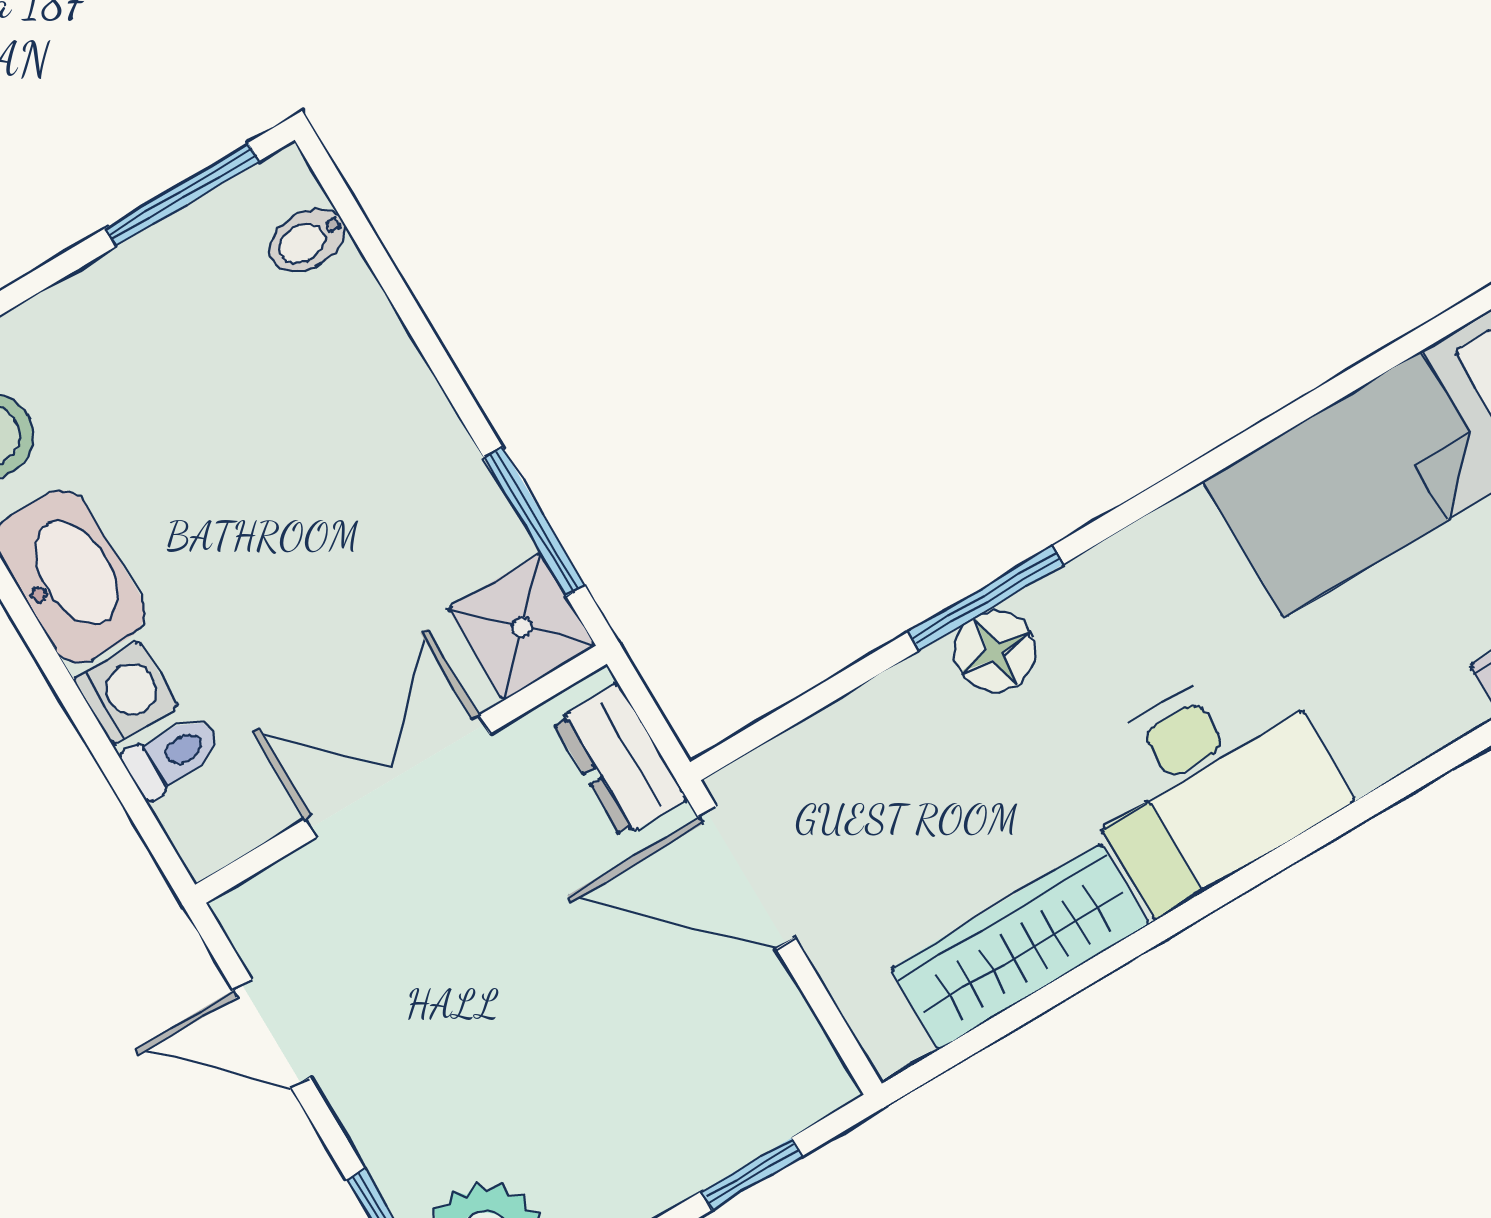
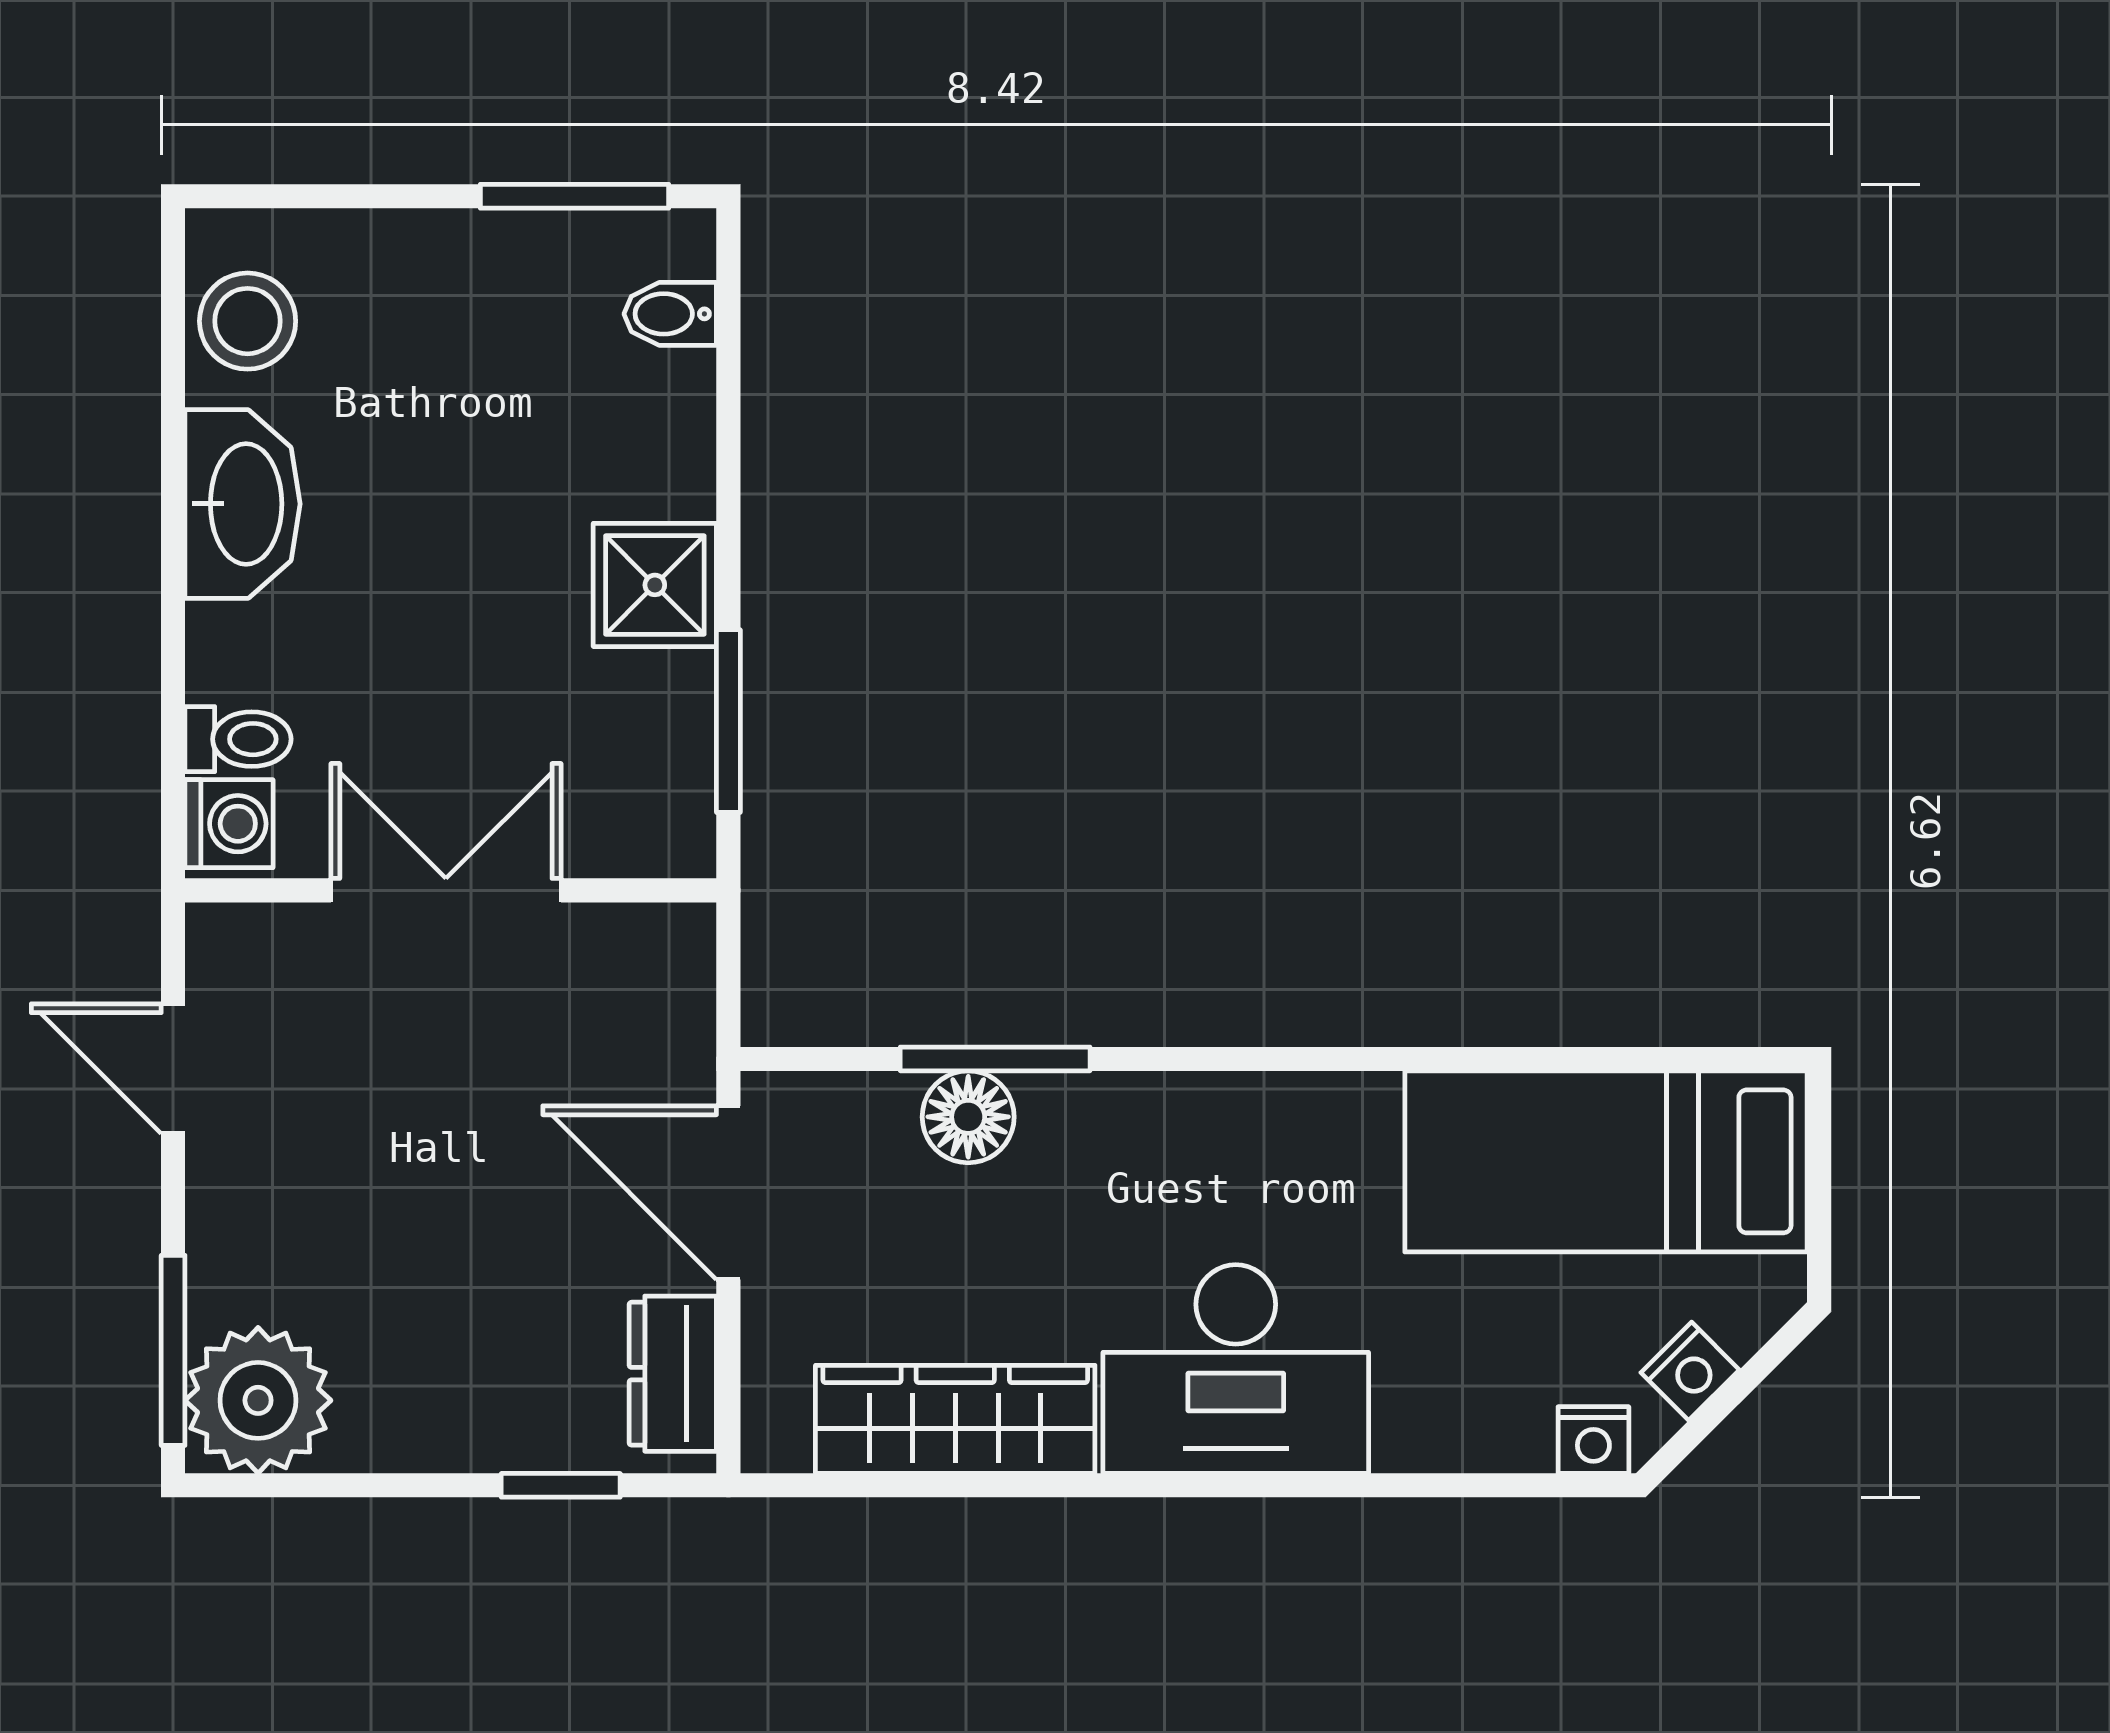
window: (986, 598) -> (995, 1059), moved
shower: (522, 627) -> (655, 585), moved
floor lamp: (995, 652) -> (968, 1117), moved
washing machine: (126, 693) -> (229, 824), moved
dresser: (620, 760) -> (673, 1374), moved

